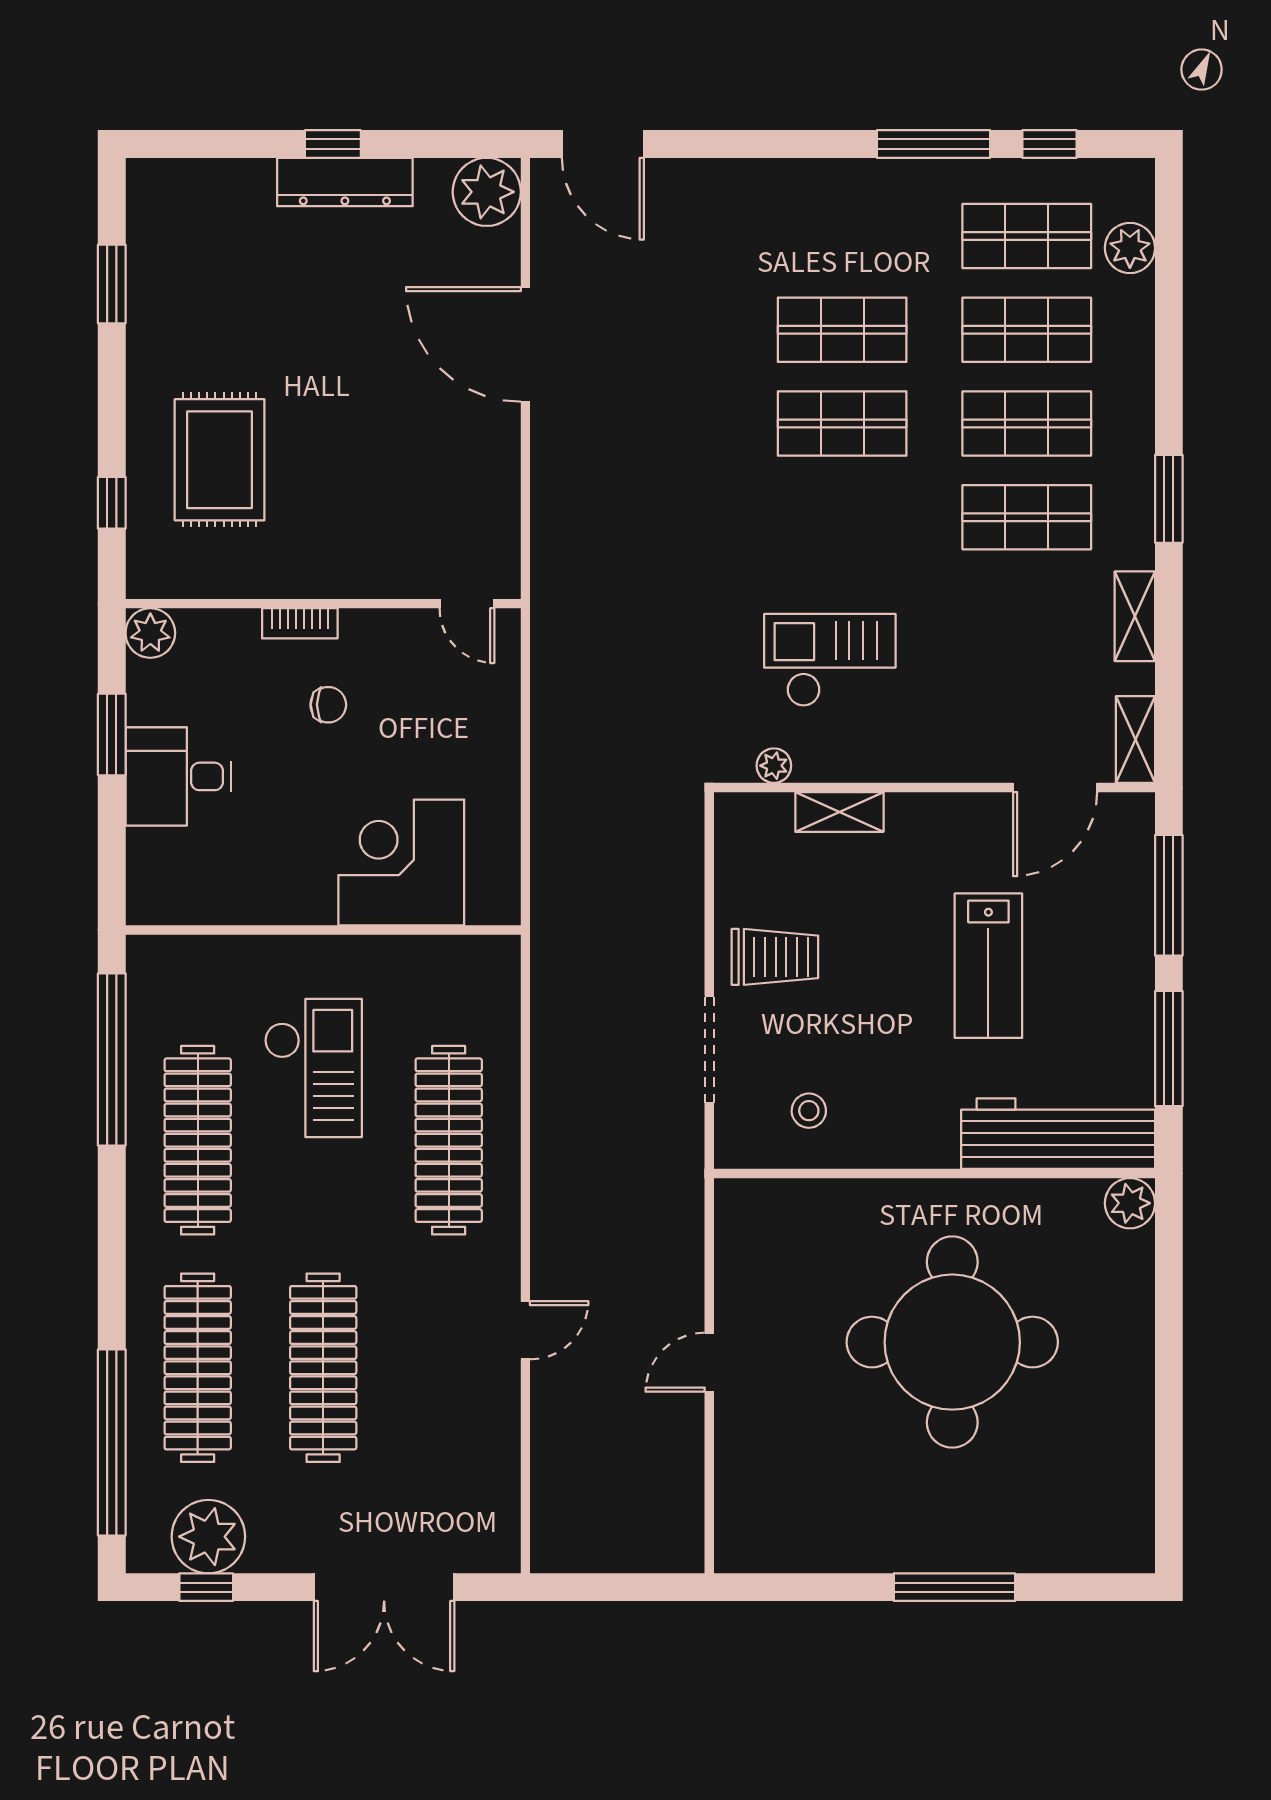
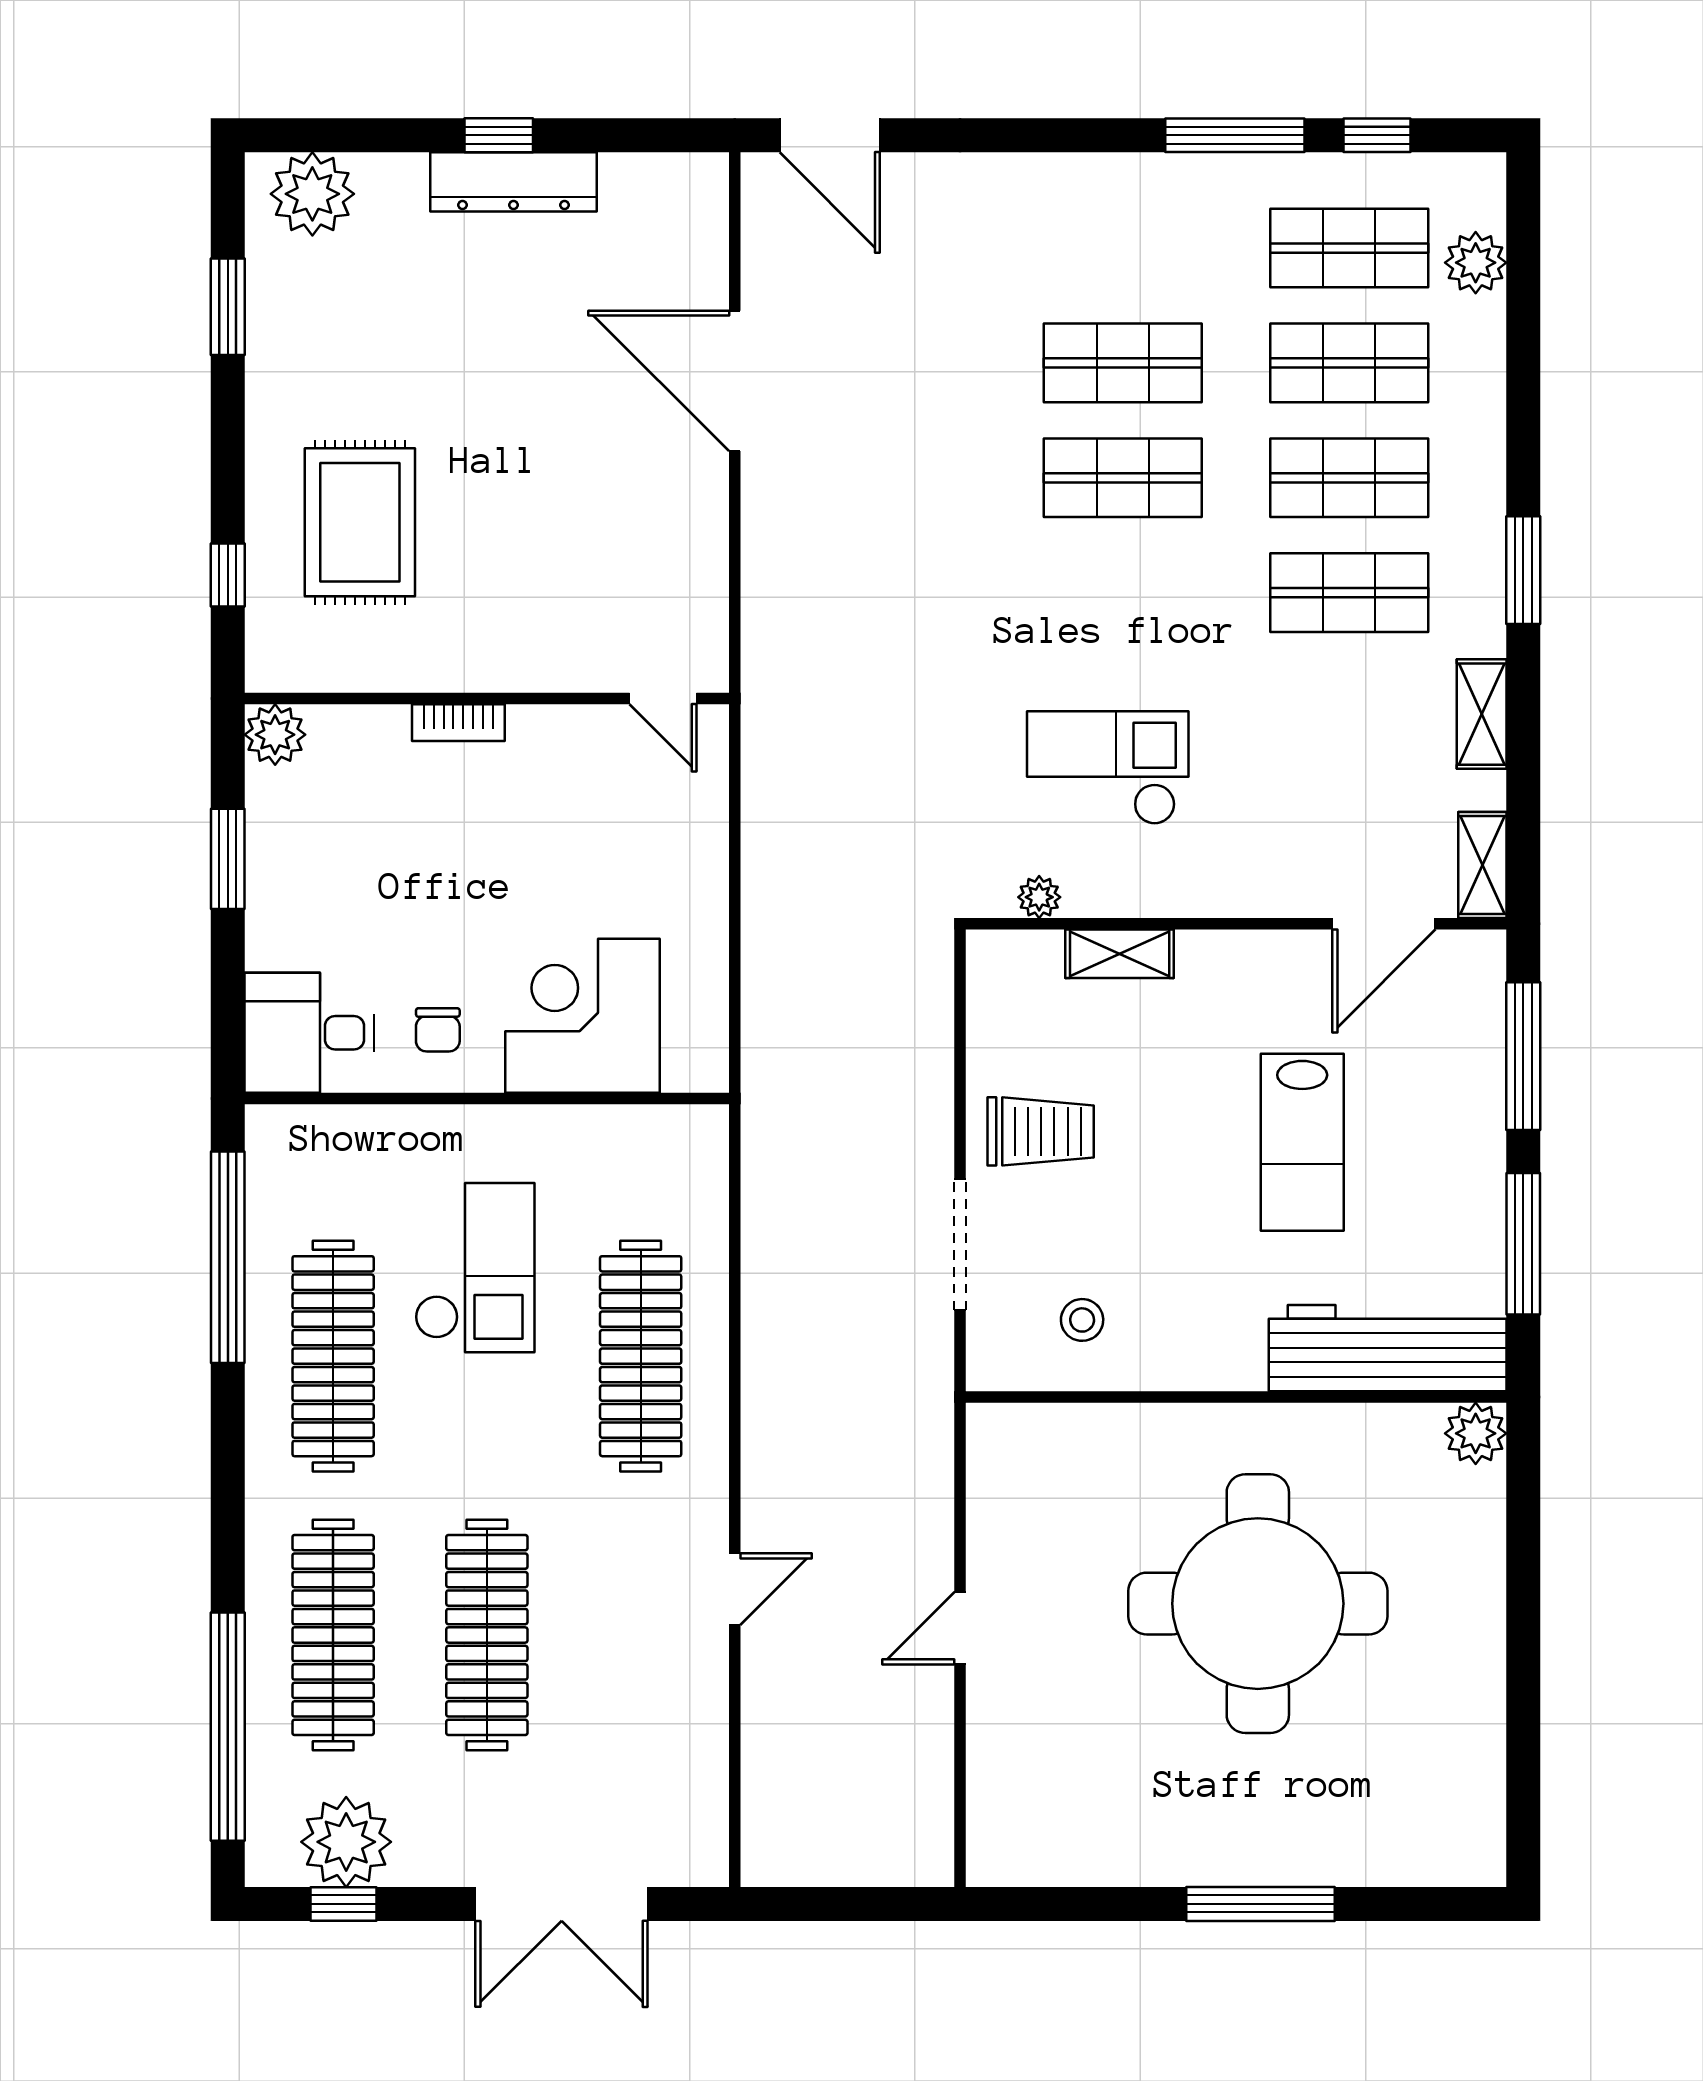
plant: (487, 192) -> (312, 194), moved
chair: (328, 705) -> (438, 1030), moved, turned 90
desk: (178, 776) -> (309, 1033), moved

